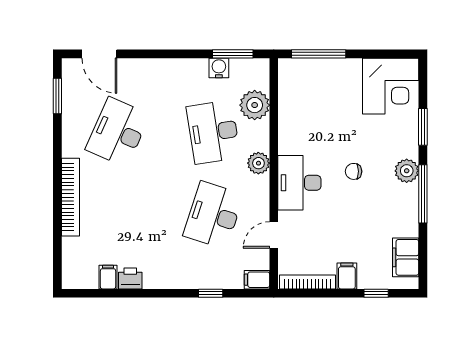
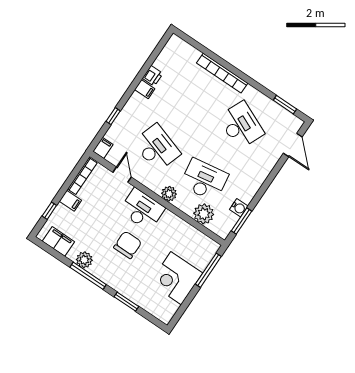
door: (99, 54) -> (293, 145), swing flipped
corner desk: (391, 86) -> (176, 278), moved
chair: (354, 171) -> (128, 245), width x1.87, depth x1.87
plant: (407, 171) -> (84, 260), moved
filing cabinet: (108, 277) -> (145, 89), moved

